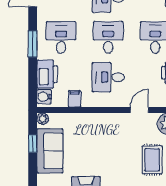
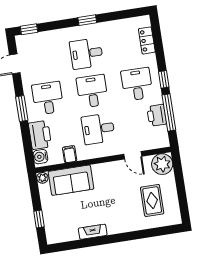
door: (139, 110) -> (133, 155), swing flipped
window: (33, 144) -> (39, 219), moved
sofa: (50, 151) -> (71, 180), moved, turned 90

